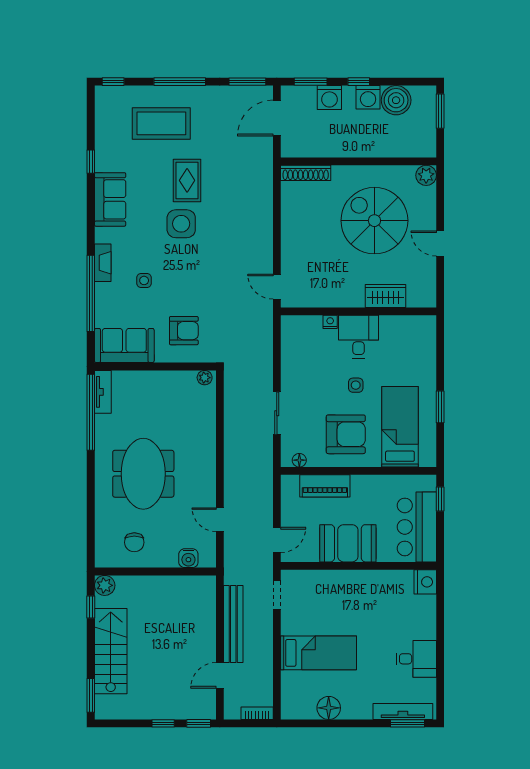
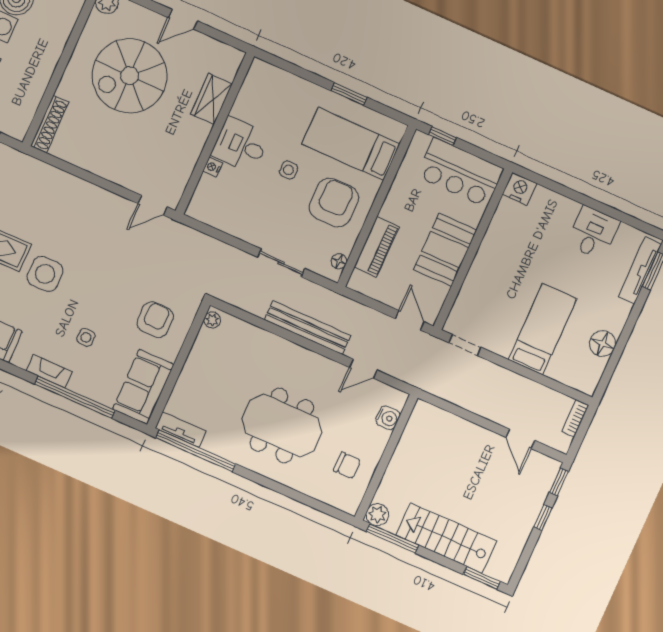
window: (91, 607) -> (393, 538), width x2.17
bench: (233, 624) -> (308, 328), moved

